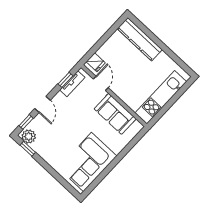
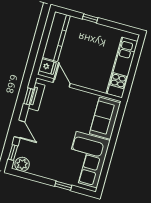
kitchen counter: (140, 39) -> (56, 37), moved, turned -90
window: (155, 40) -> (90, 18), added
sofa: (115, 114) -> (105, 118), moved, turned 90
window: (28, 149) -> (63, 186), moved

